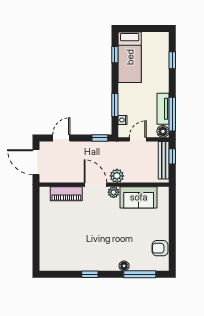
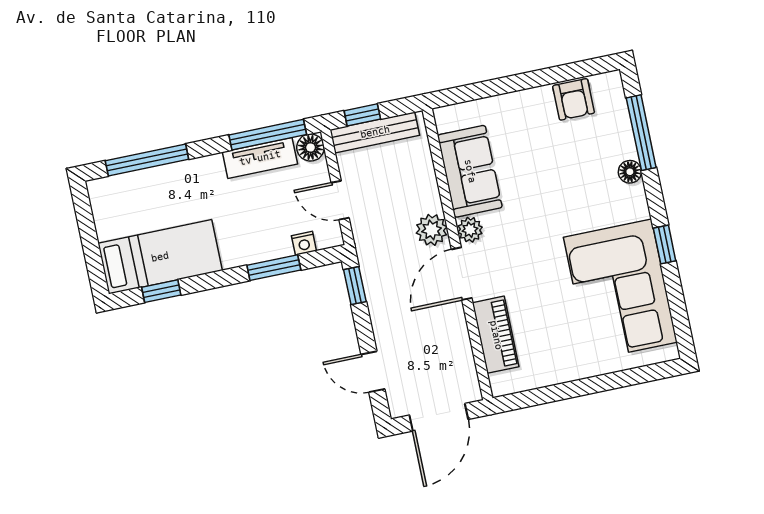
window: (172, 60) -> (147, 160), width x2.17
corner sofa: (74, 251) -> (620, 290), added

